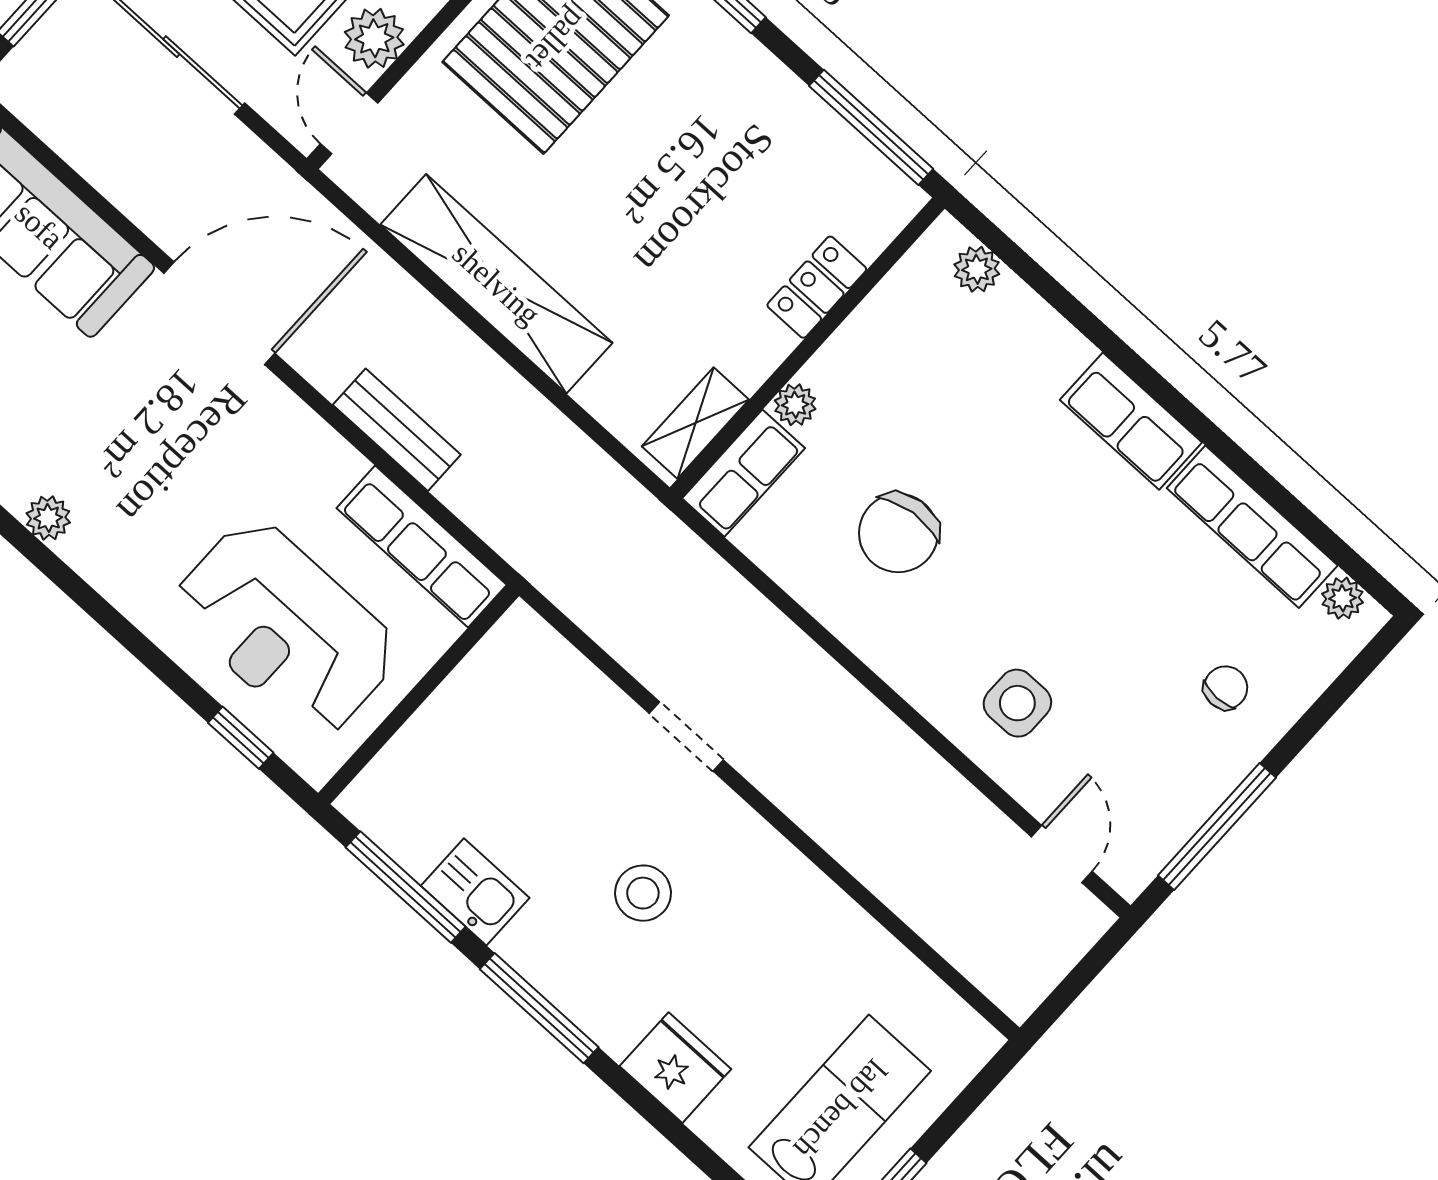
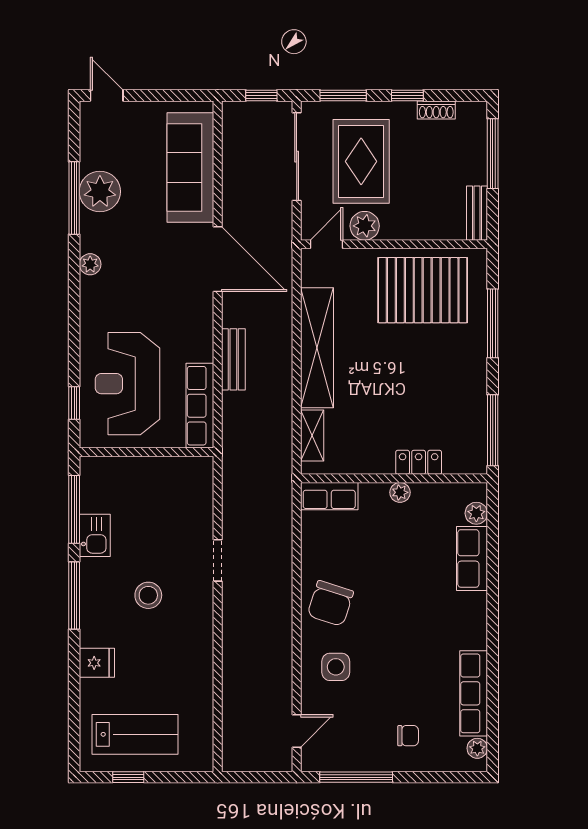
plant: (795, 405) -> (400, 492), moved
row of seats: (1131, 421) -> (472, 558), moved
shelving: (695, 423) -> (312, 436), moved, turned 90
chair: (898, 533) -> (330, 603), moved, turned -66
fridge: (675, 1068) -> (97, 663), width x0.72

